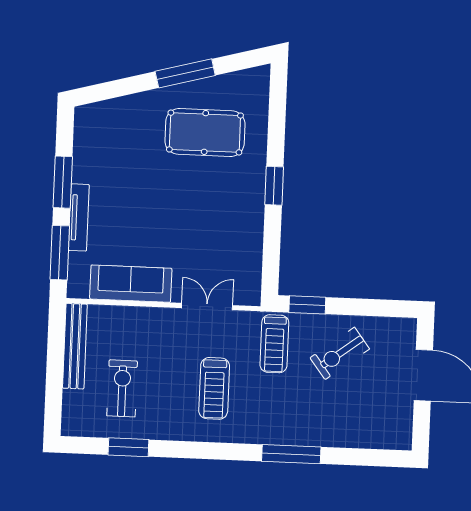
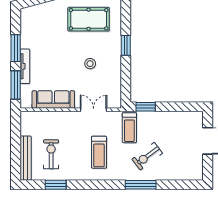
stool: (204, 218) -> (90, 64), added
bench: (75, 346) -> (26, 158), moved
exercise bike: (340, 353) -> (147, 156), moved

